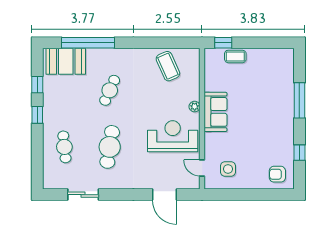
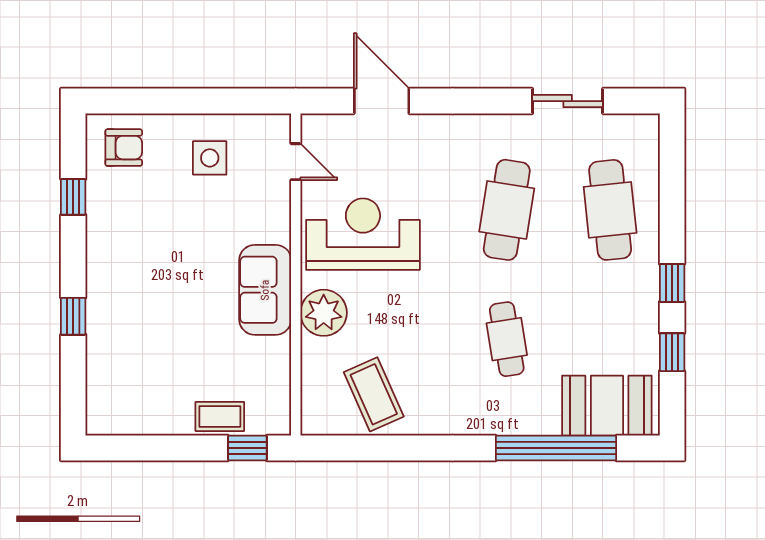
cafe table: (110, 90) -> (507, 339), turned -33
window: (299, 100) -> (73, 316), width x0.46
plant: (195, 107) -> (324, 313), width x1.87, depth x1.87
reception desk: (173, 136) -> (363, 234), turned 180
cafe table: (64, 147) -> (610, 210), width x1.37, depth x1.35
side table: (228, 169) -> (210, 158), moved

